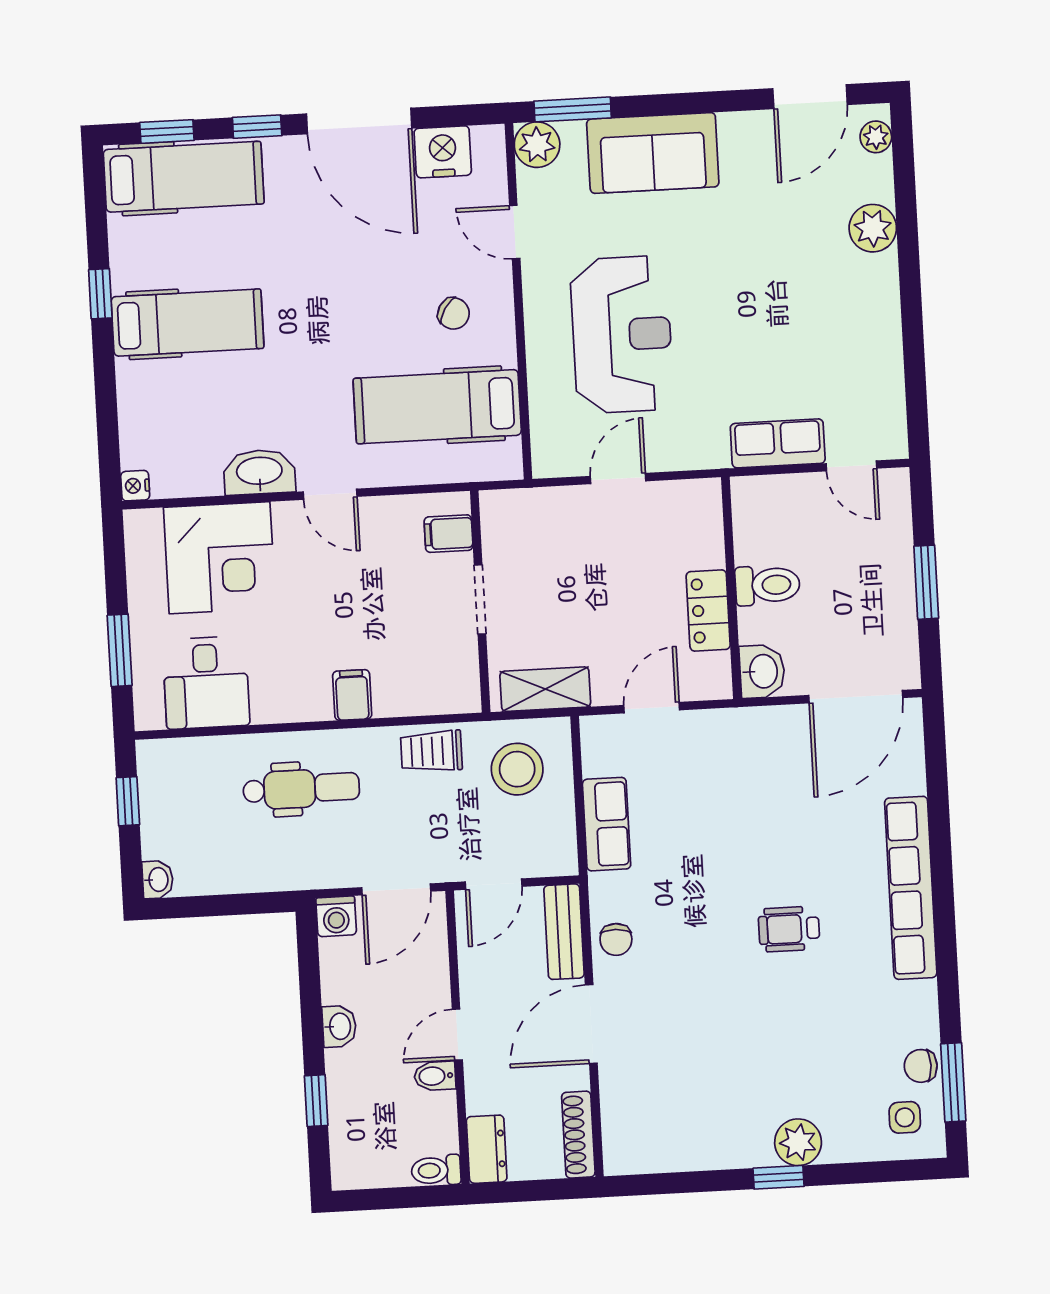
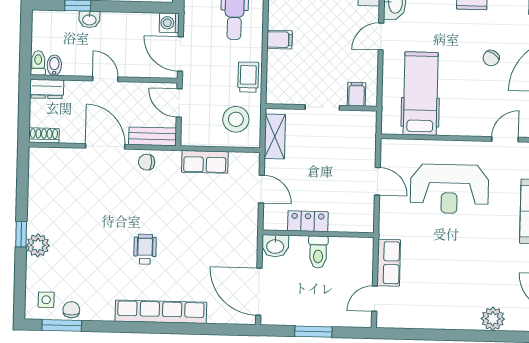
chair: (454, 313) -> (491, 58), moved
washbasin: (339, 1026) -> (89, 19), moved
bidet: (435, 1076) -> (54, 65), moved
shoe rack: (578, 1135) -> (44, 135), width x0.70

